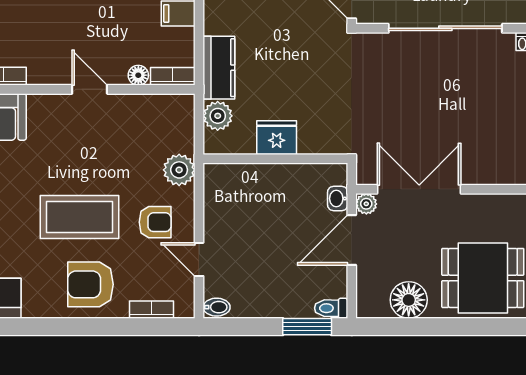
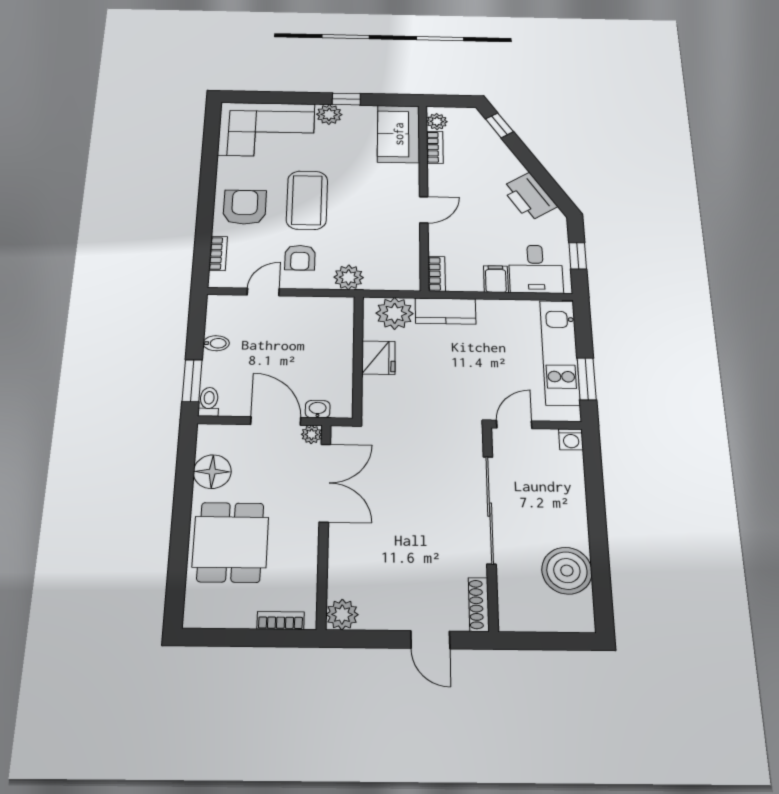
floor lamp: (138, 75) -> (437, 247), removed
plant: (218, 116) -> (395, 313), width x1.36, depth x1.36
bidet: (217, 307) -> (216, 343), moved, turned -90

